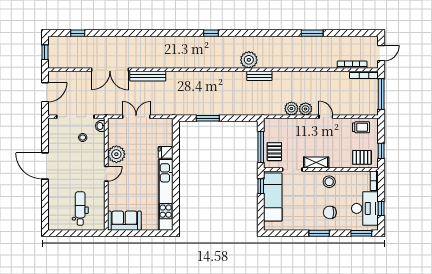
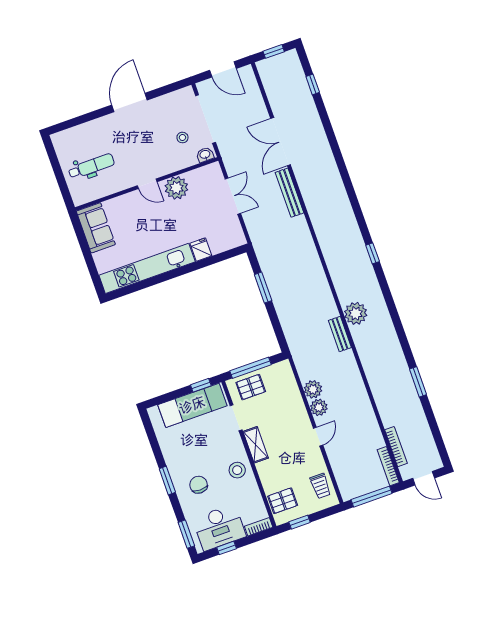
pallet: (362, 157) -> (283, 501), turned 90

